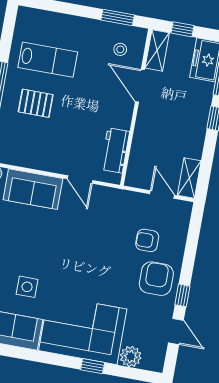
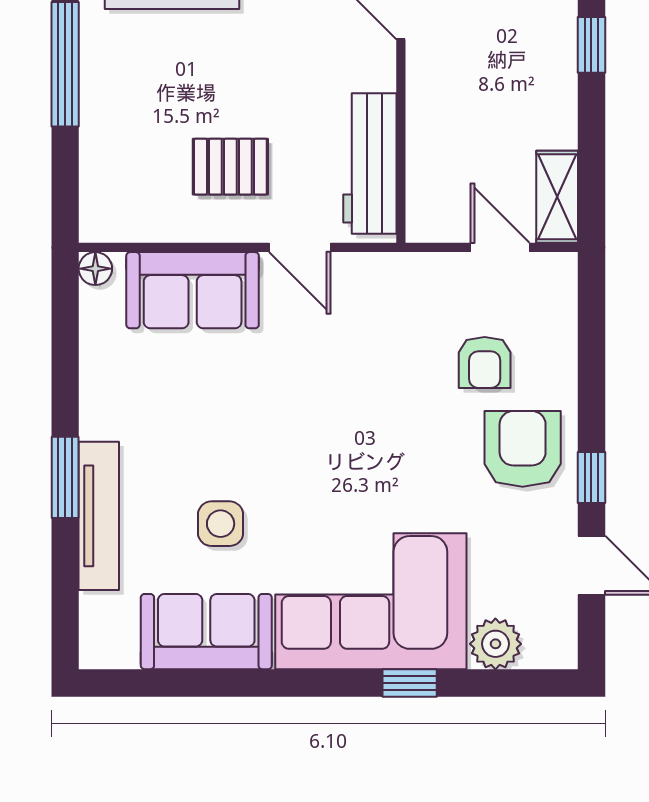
pallet: (36, 103) -> (230, 167), moved
workbench: (115, 150) -> (370, 163), width x1.38
armchair: (147, 240) -> (485, 362), turned -90

